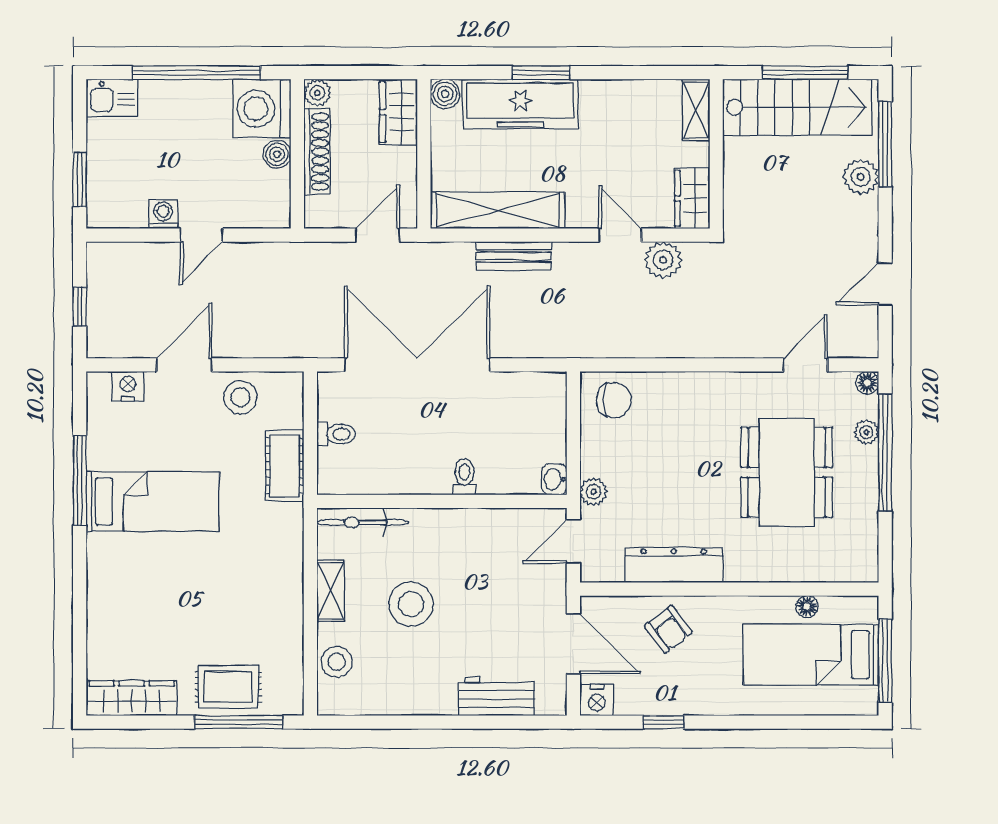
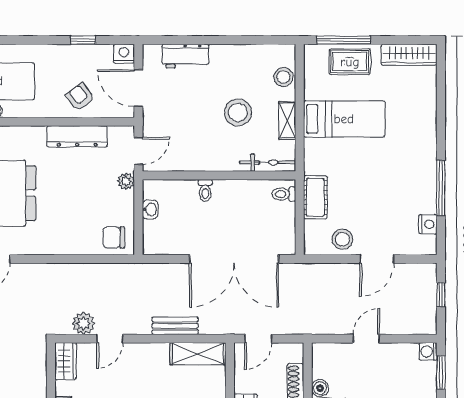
shelving: (498, 210) -> (198, 354), width x0.68
washing machine: (163, 214) -> (428, 351), moved, turned 90
door: (620, 235) -> (110, 339), hinge flipped
nightstand: (128, 386) -> (428, 224), moved, turned -90
toilet: (336, 434) -> (284, 194), moved
washbasin: (554, 479) -> (150, 209), moved
bed: (152, 501) -> (344, 119), moved, turned 180

